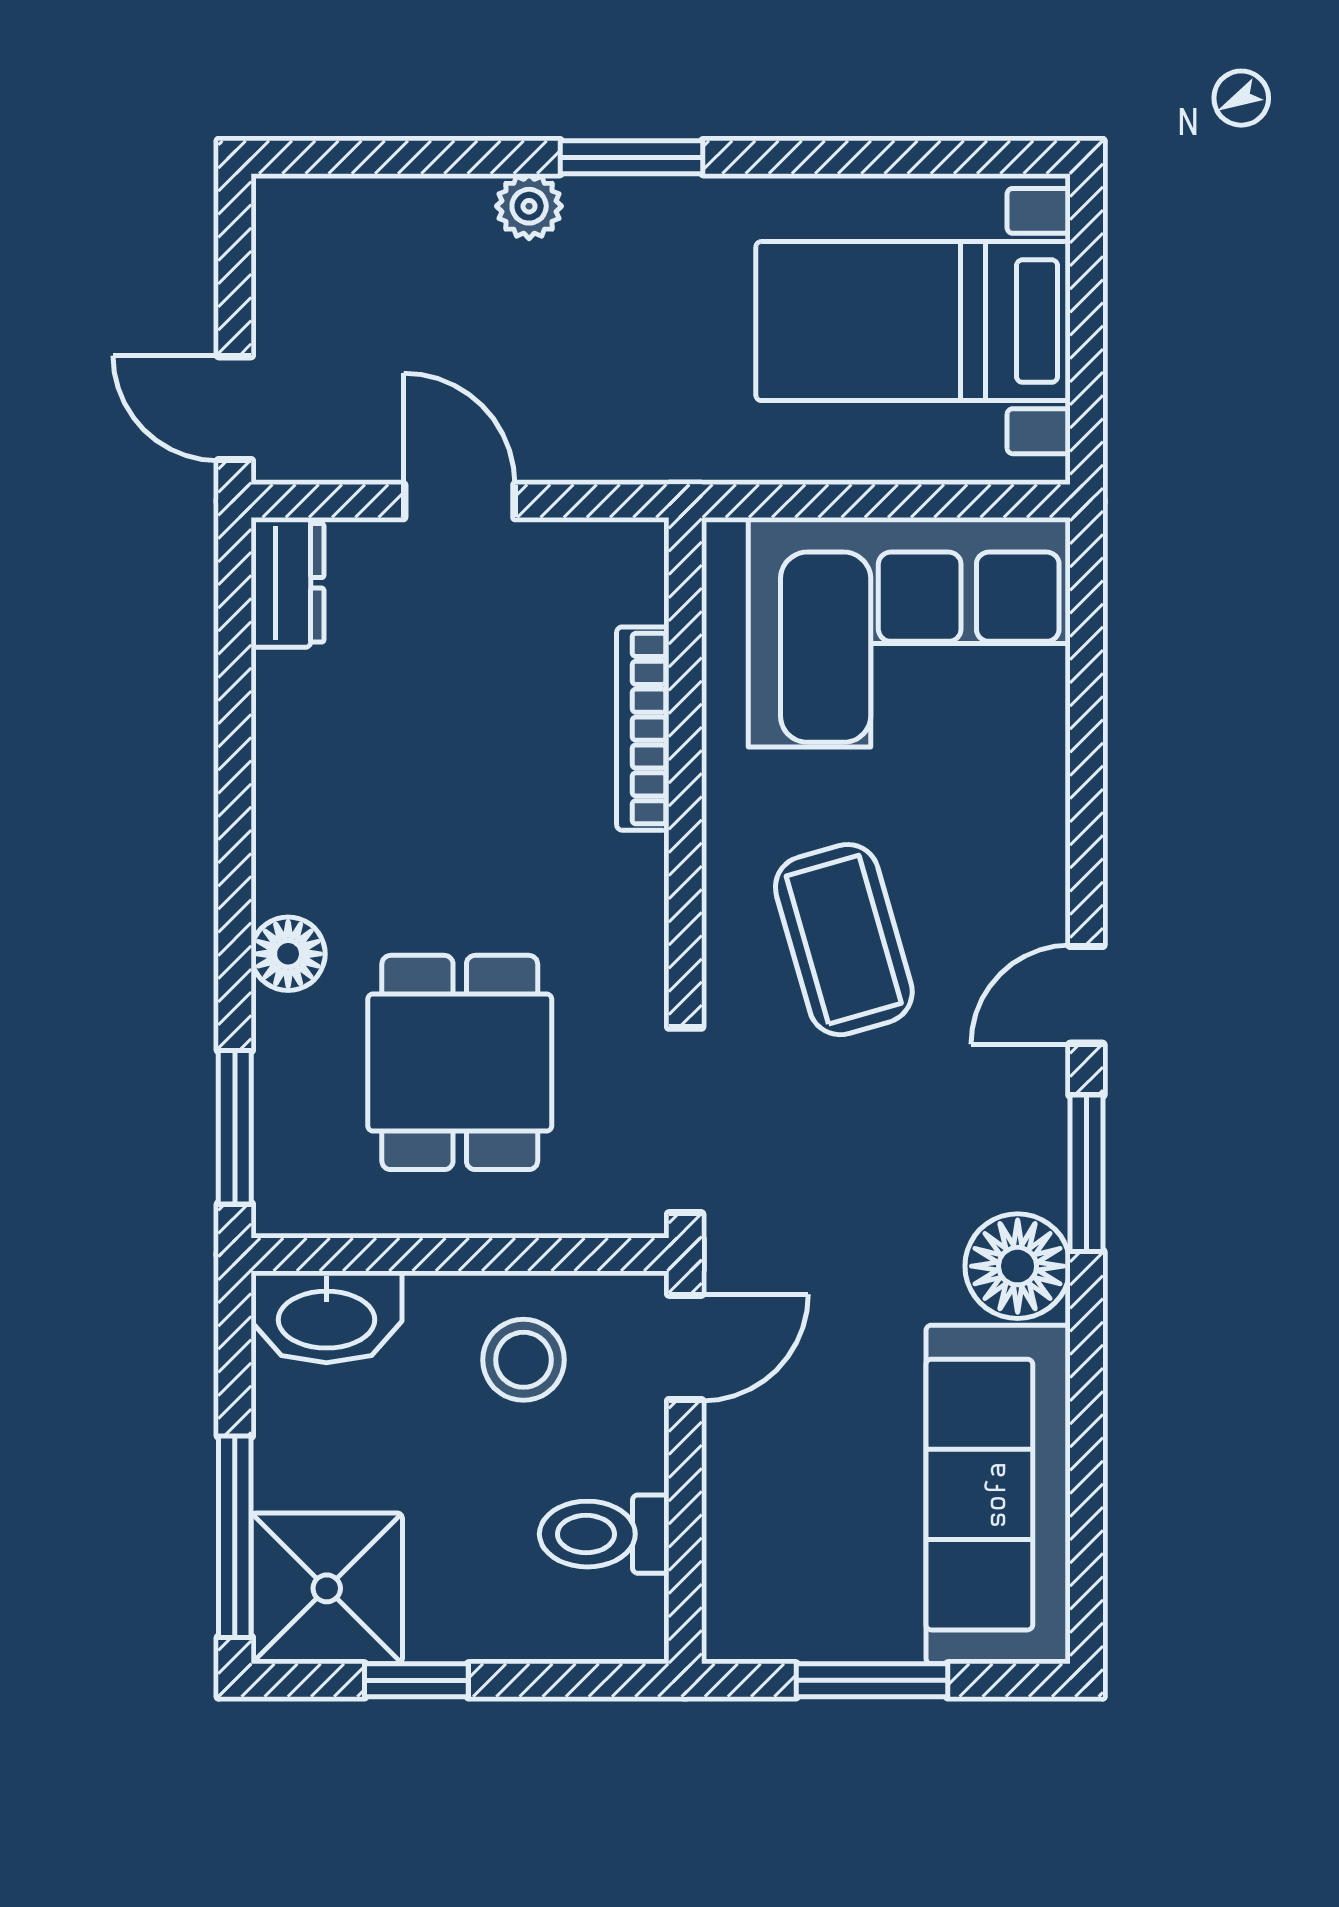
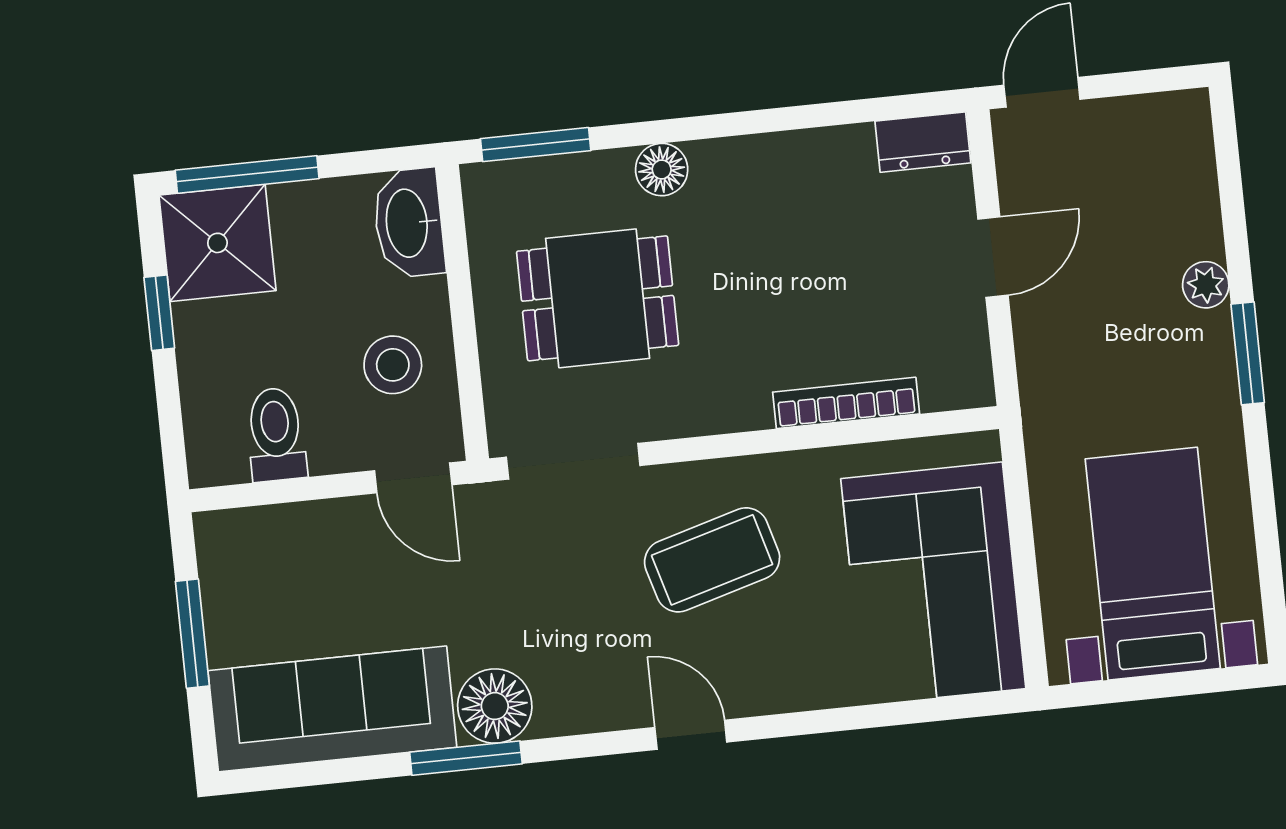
window: (1086, 1173) -> (466, 758), moved

